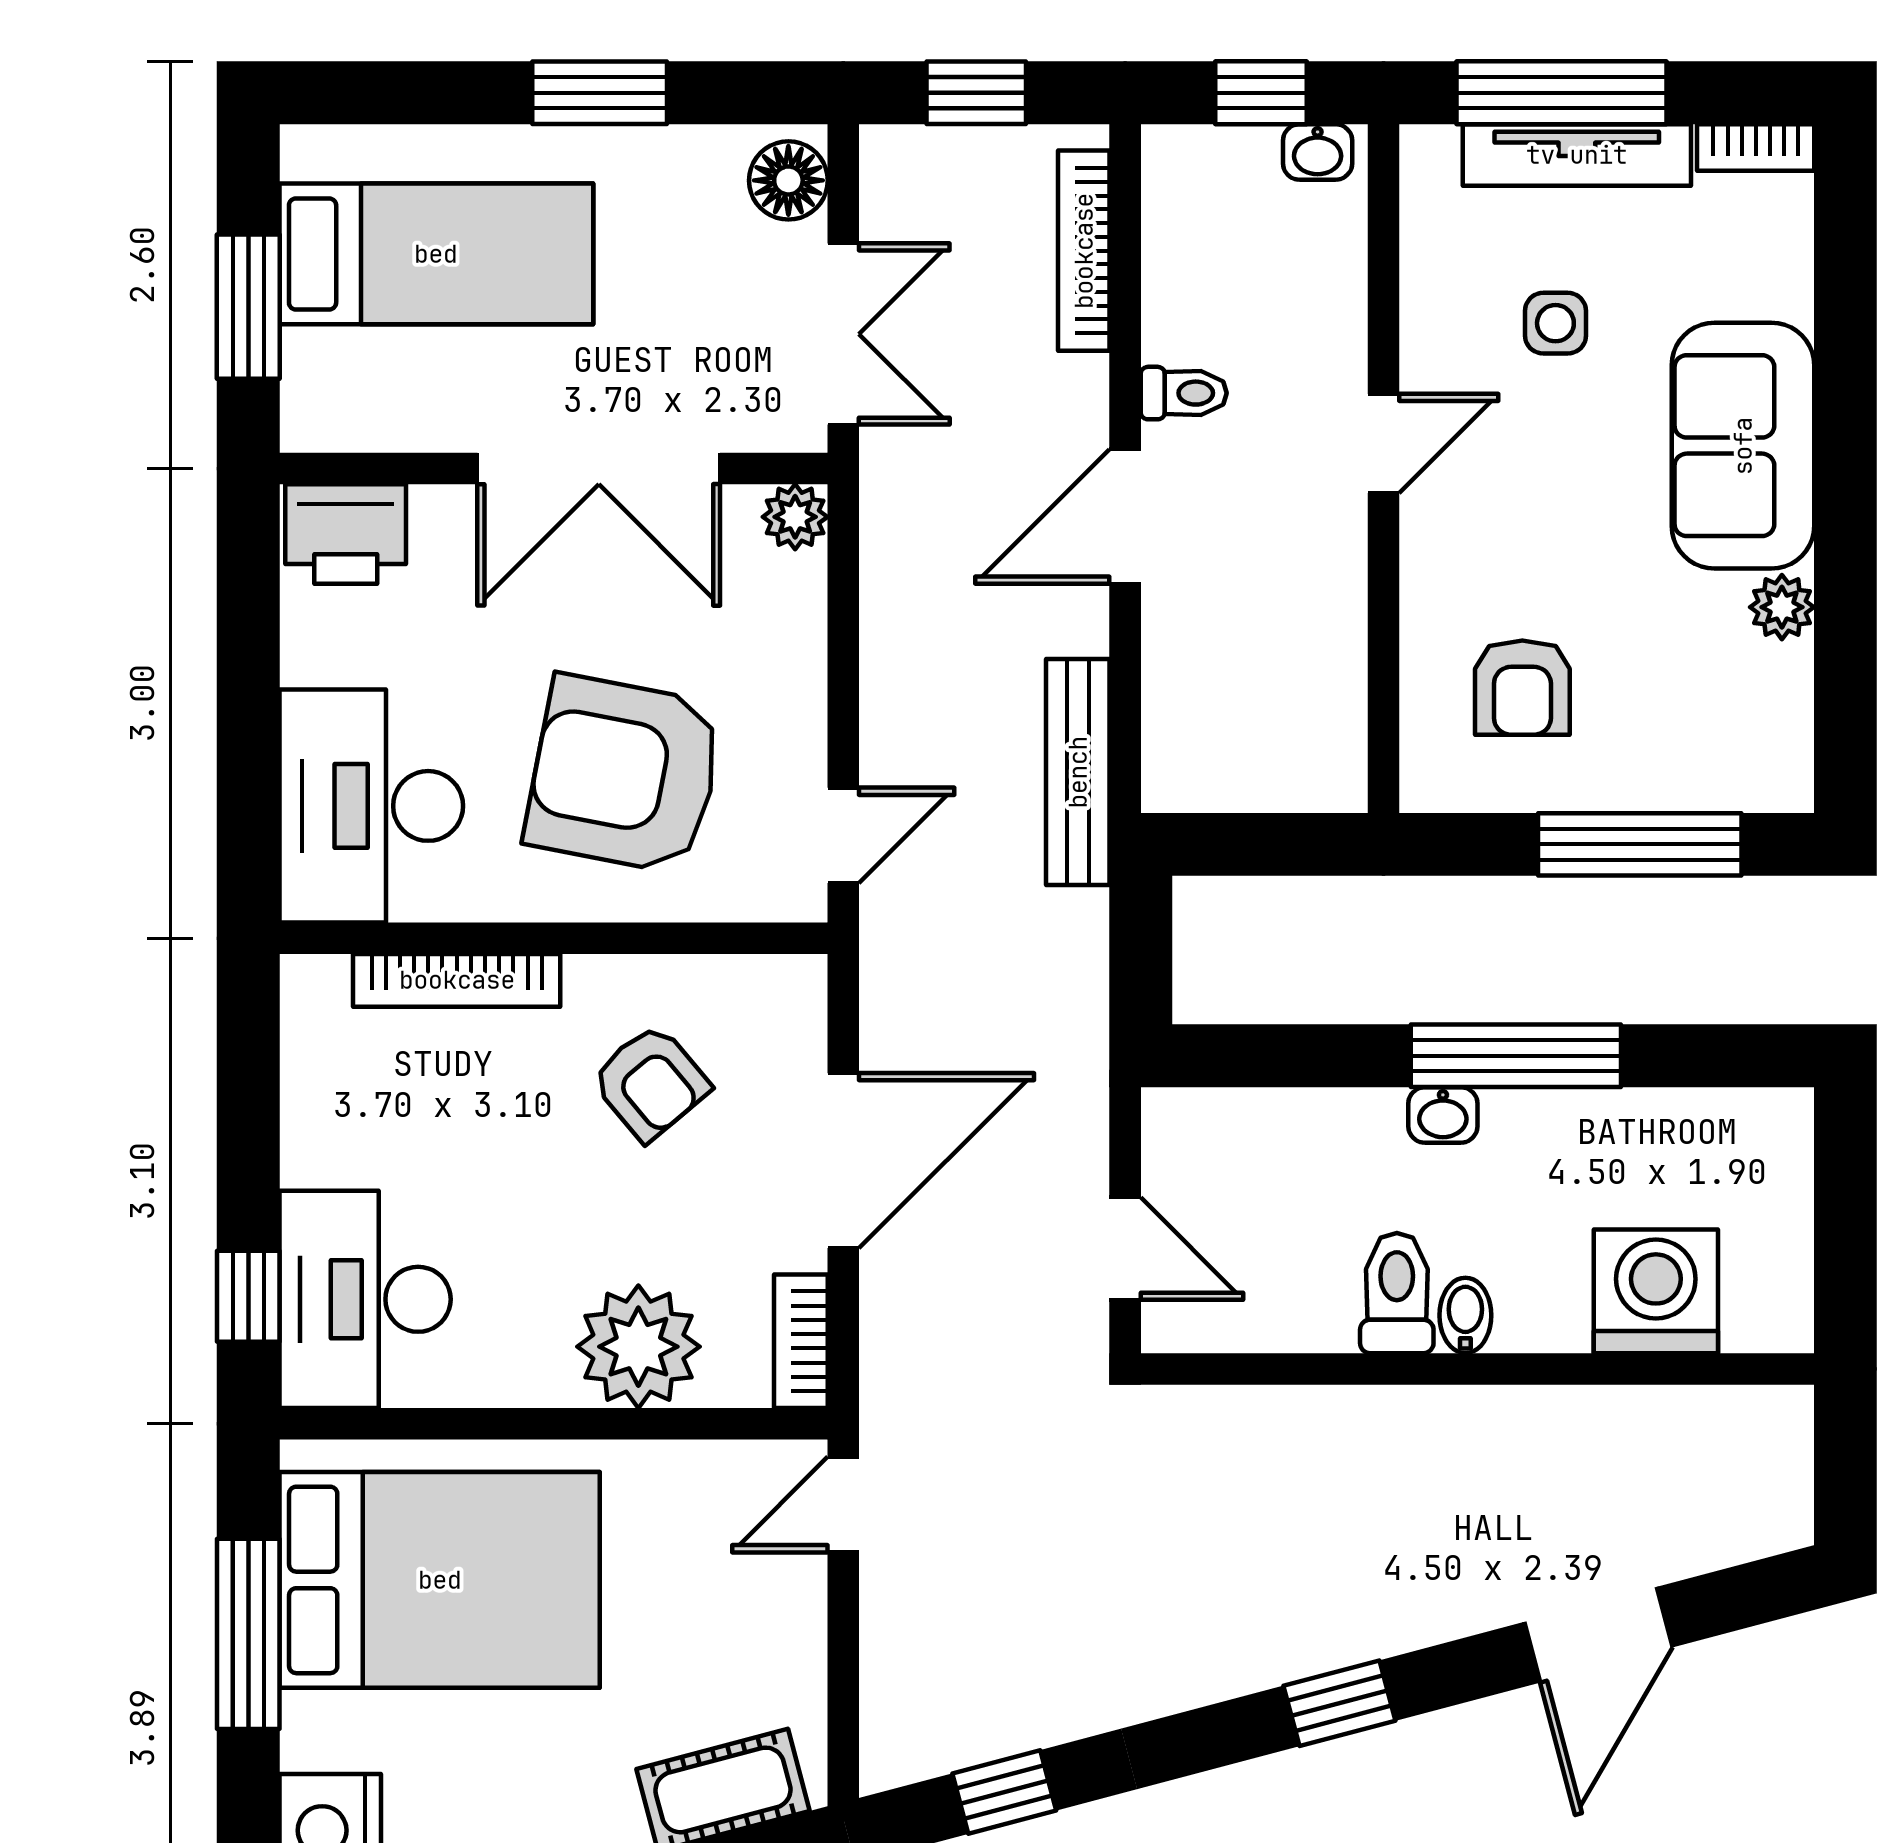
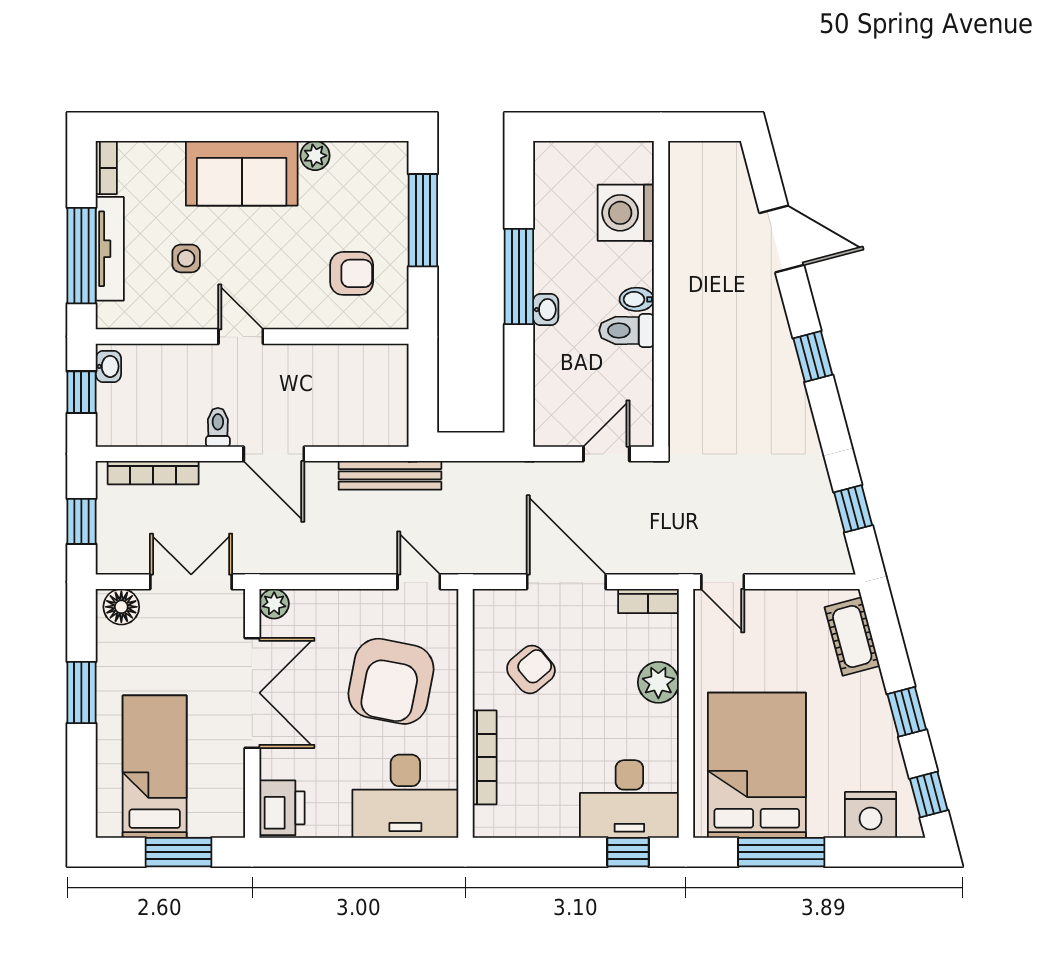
plant: (638, 1347) -> (658, 682), width x0.73, depth x0.73

